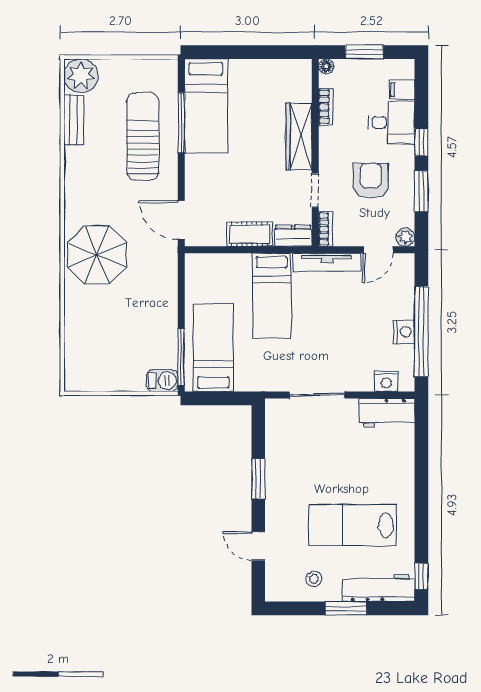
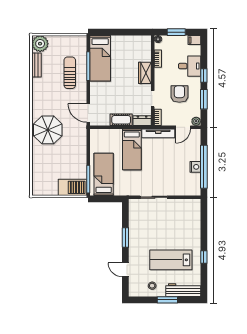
filing cabinet: (402, 90) -> (194, 40), moved
sun lounger: (143, 136) -> (70, 73), width x0.73, depth x0.75
wardrobe: (299, 137) -> (145, 73), width x0.67
barbecue: (162, 381) -> (72, 187), width x1.88, depth x1.53
nightstand: (386, 381) -> (187, 191), removed
workbench: (387, 413) -> (187, 206), removed
window: (421, 576) -> (204, 257), moved

